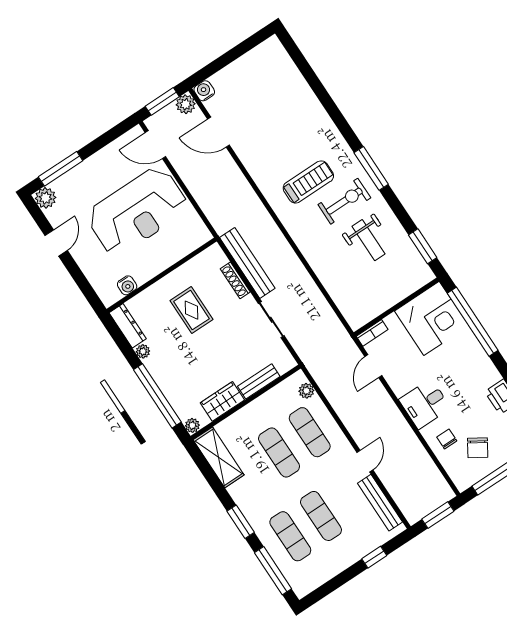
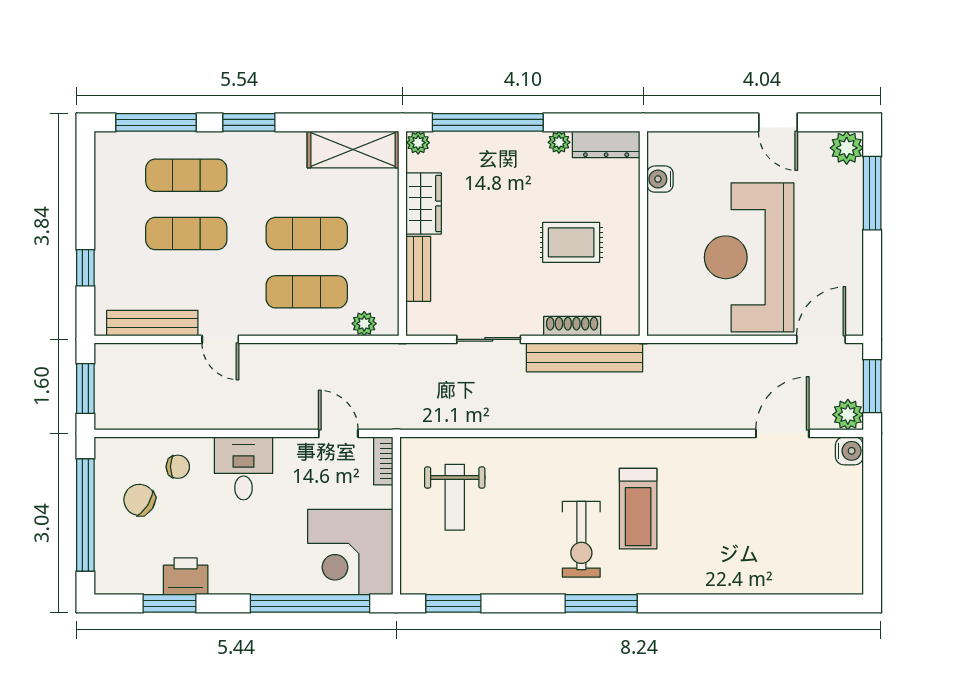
weight bench: (368, 240) -> (455, 497), moved, turned -90

